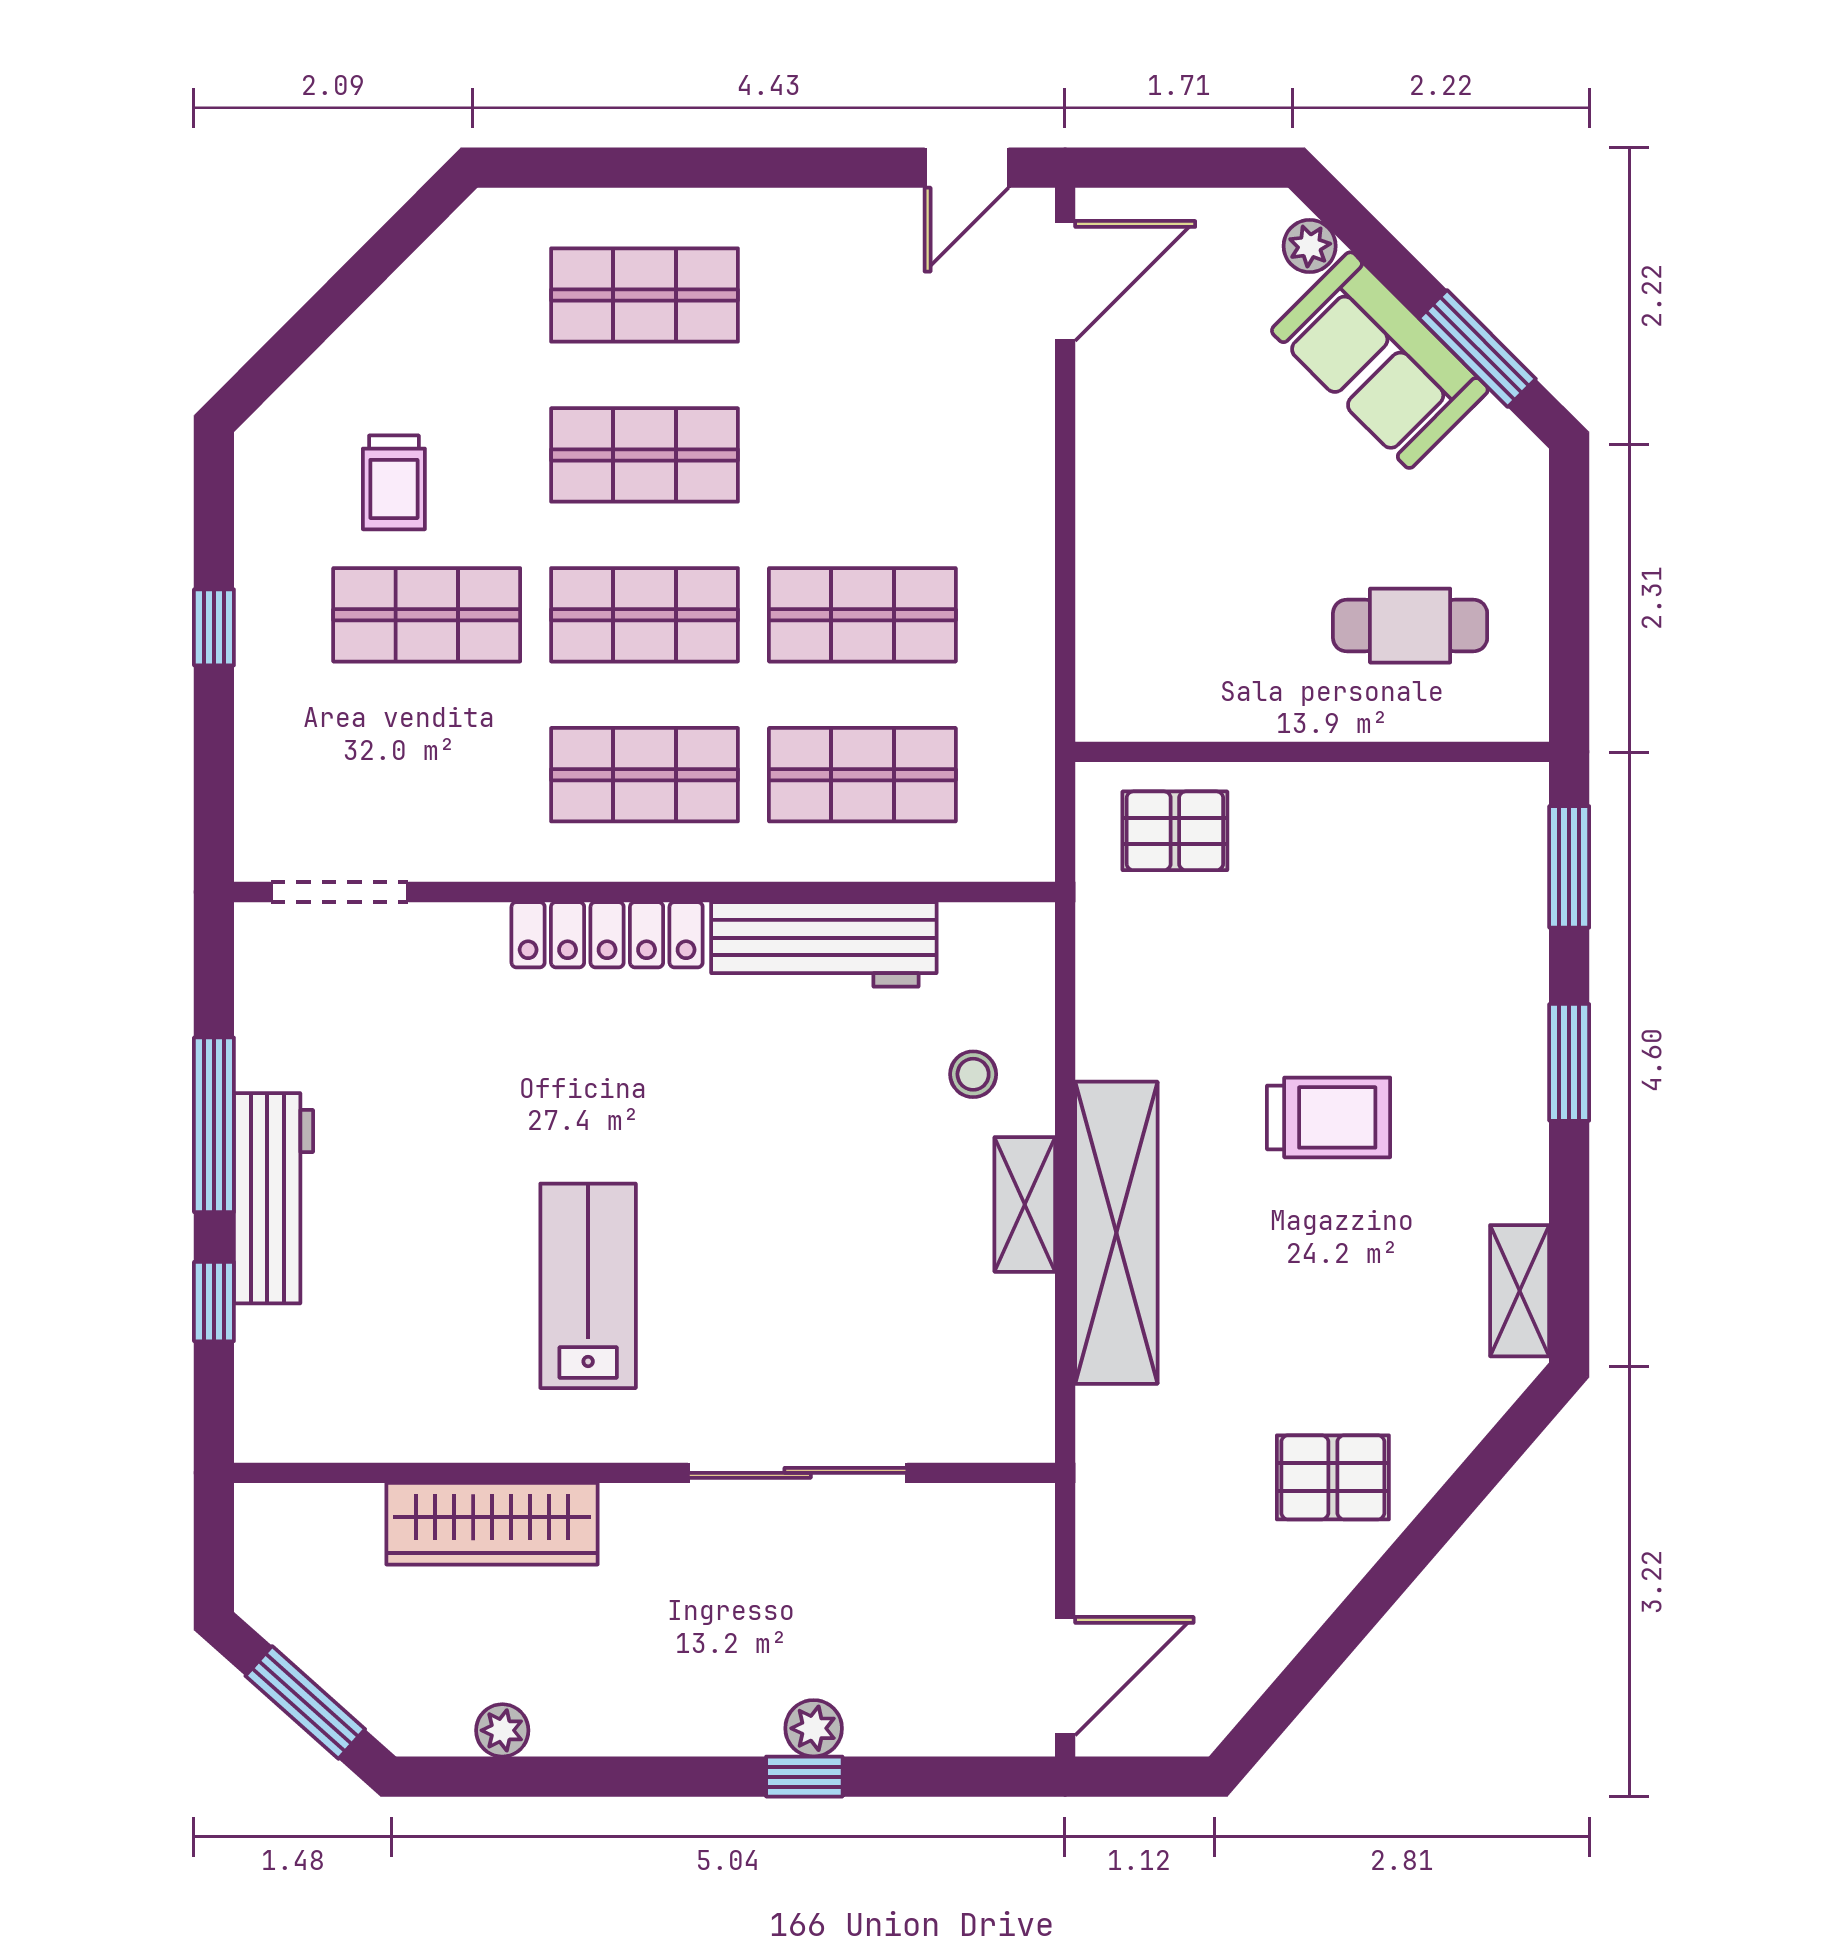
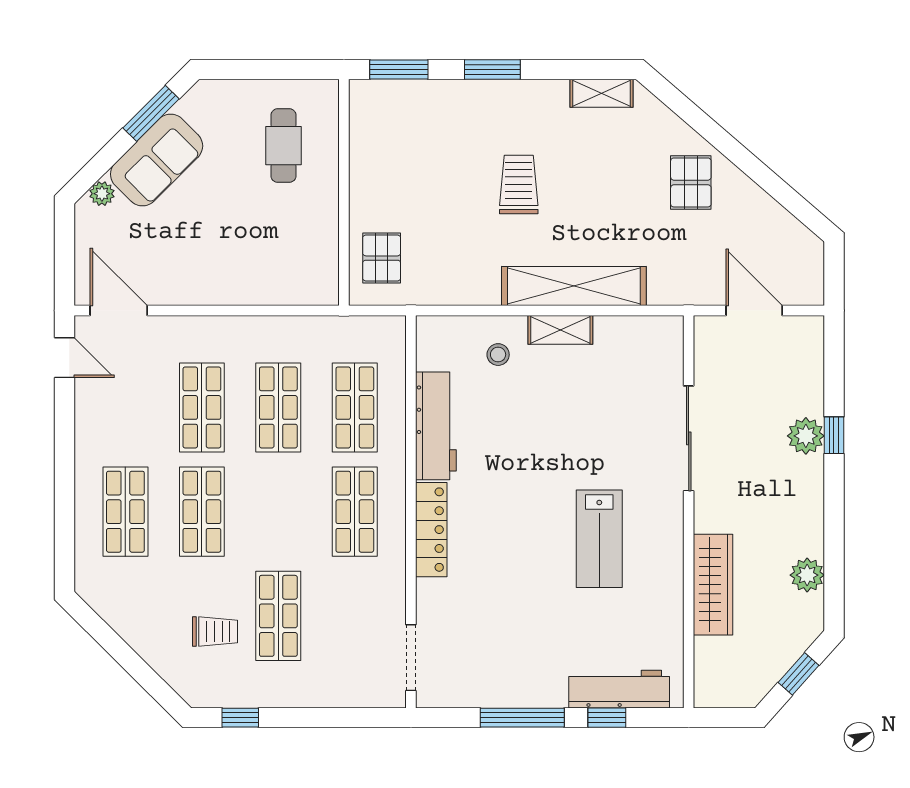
shop shelf: (645, 615) -> (202, 407), moved
window: (214, 627) -> (240, 718), moved
workbench: (273, 1198) -> (619, 689), moved
lab bench: (588, 1286) -> (599, 539), turned -90
door: (1065, 1676) -> (754, 311), moved
window: (305, 1702) -> (799, 674), width x0.67
plant: (814, 1728) -> (806, 436), width x1.38, depth x1.38
plant: (502, 1730) -> (807, 575), width x1.38, depth x1.38

